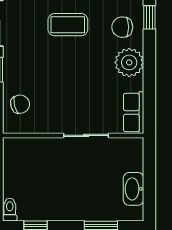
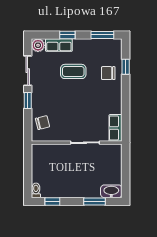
plant: (129, 62) -> (113, 96), removed
washbasin: (134, 189) -> (111, 191), moved, turned 90

